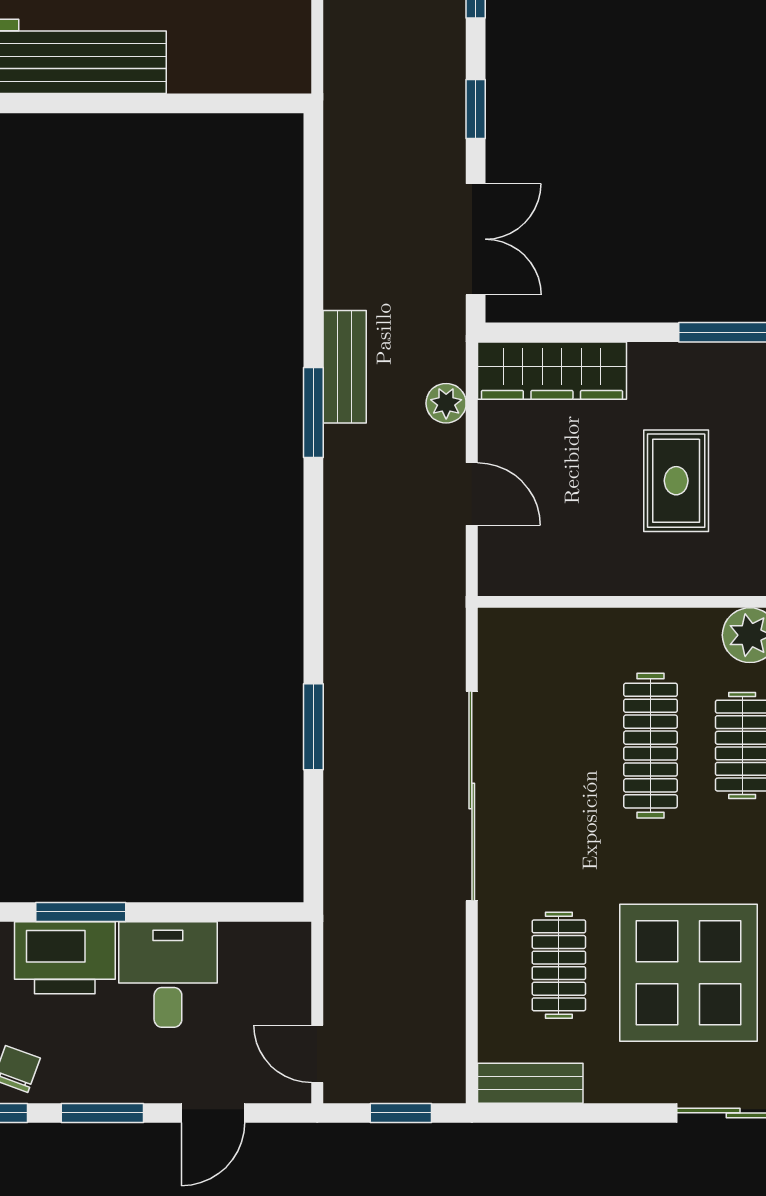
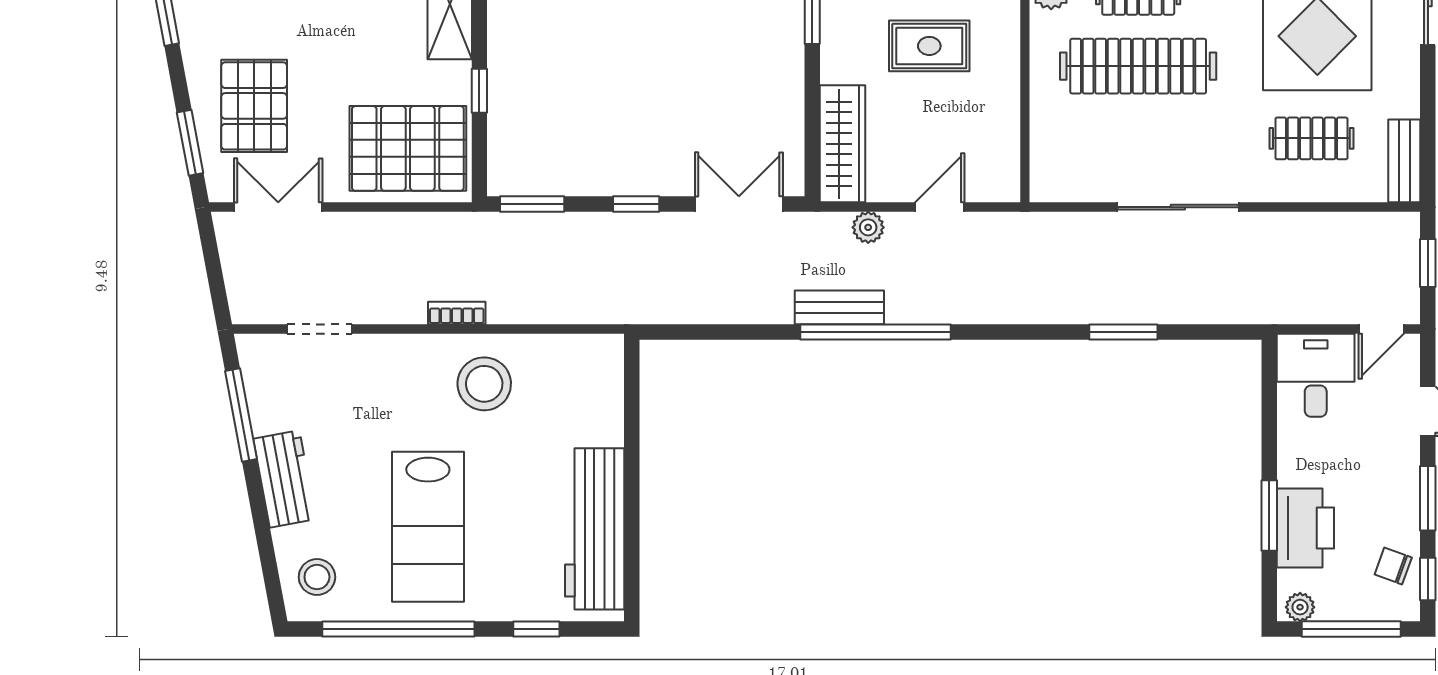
window: (313, 413) -> (876, 332), width x2.11
clothes rail: (651, 746) -> (1138, 66), width x1.37, depth x1.31
sliding door: (472, 796) -> (1178, 207), width x0.73
desk: (168, 975) -> (1316, 375), moved, turned 90

